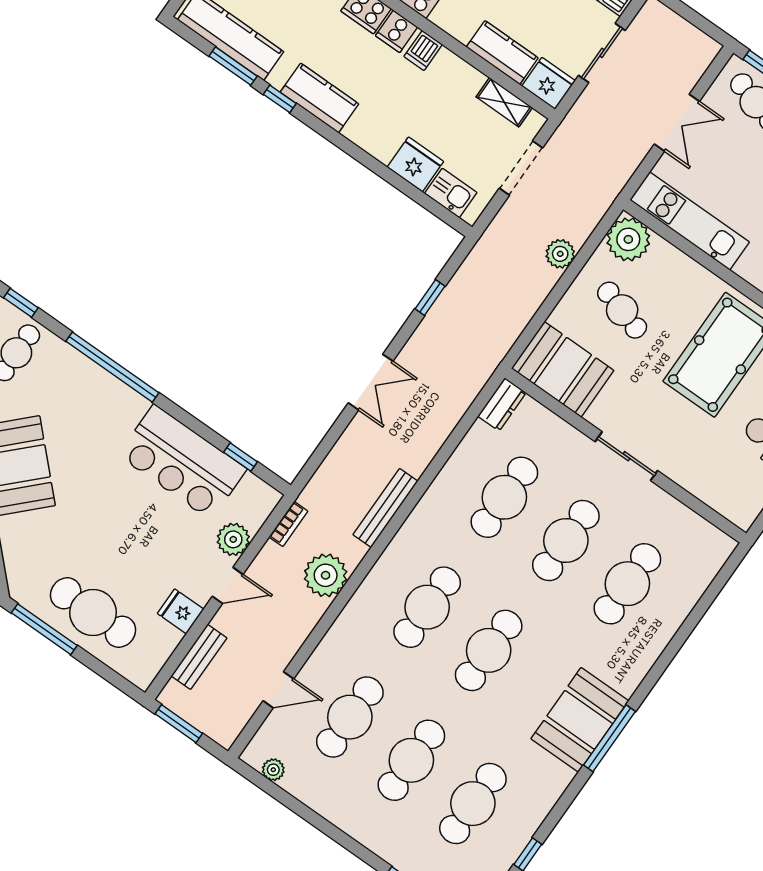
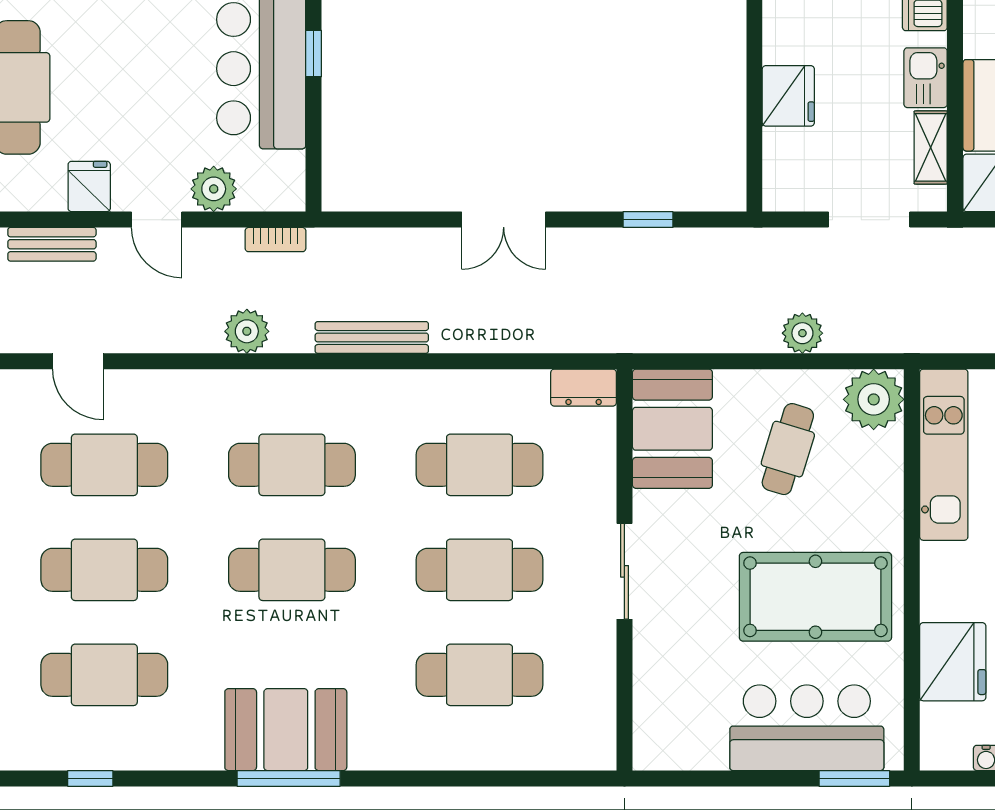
kitchen sink: (451, 193) -> (926, 78), moved, turned 180
window: (240, 457) -> (314, 54), moved
plant: (326, 575) -> (247, 331), width x0.73, depth x0.73

